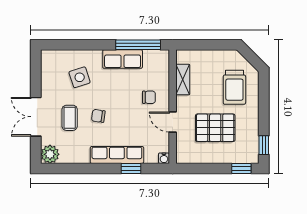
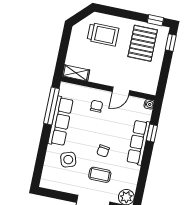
row of seats: (123, 59) -> (61, 121), width x1.48
shelving: (183, 80) -> (76, 73), moved
pallet: (215, 128) -> (143, 43), moved

